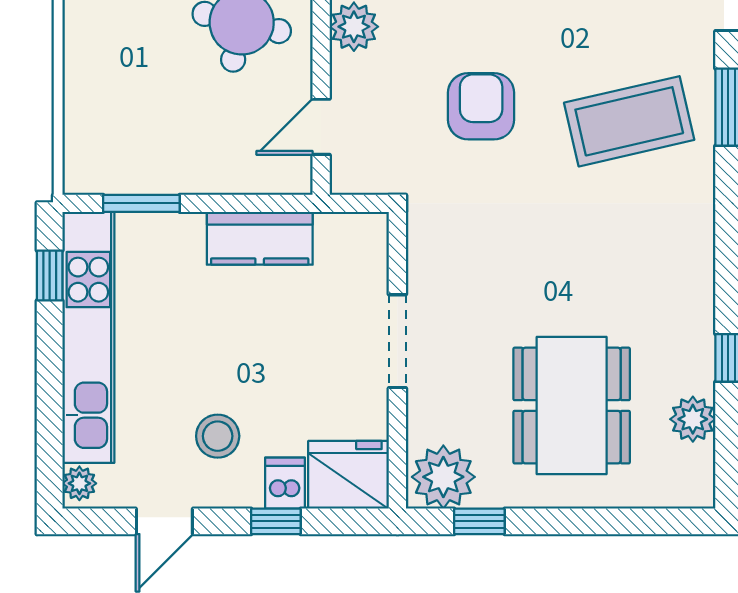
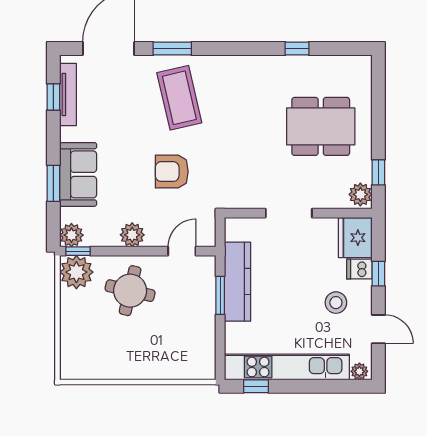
door: (321, 127) -> (182, 251), swing flipped
window: (141, 203) -> (220, 295), moved
kitchen counter: (260, 238) -> (237, 282), width x1.50
plant: (693, 419) -> (327, 66), removed
plant: (443, 477) -> (360, 194), width x0.73, depth x0.73

